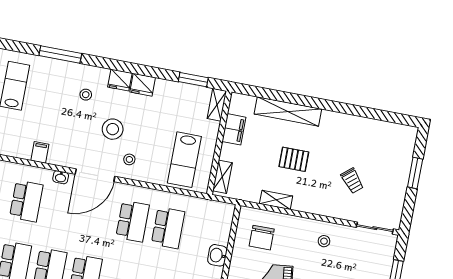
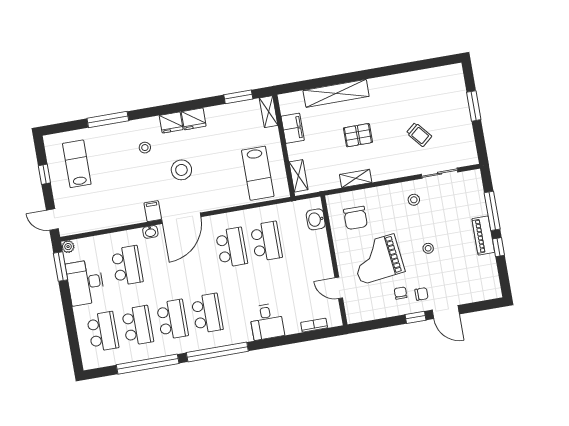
filing cabinet: (40, 152) -> (153, 211), moved
stool: (129, 159) -> (207, 192), removed
sliding door: (375, 228) -> (440, 173), moved
washbasin: (217, 255) -> (316, 219), moved

